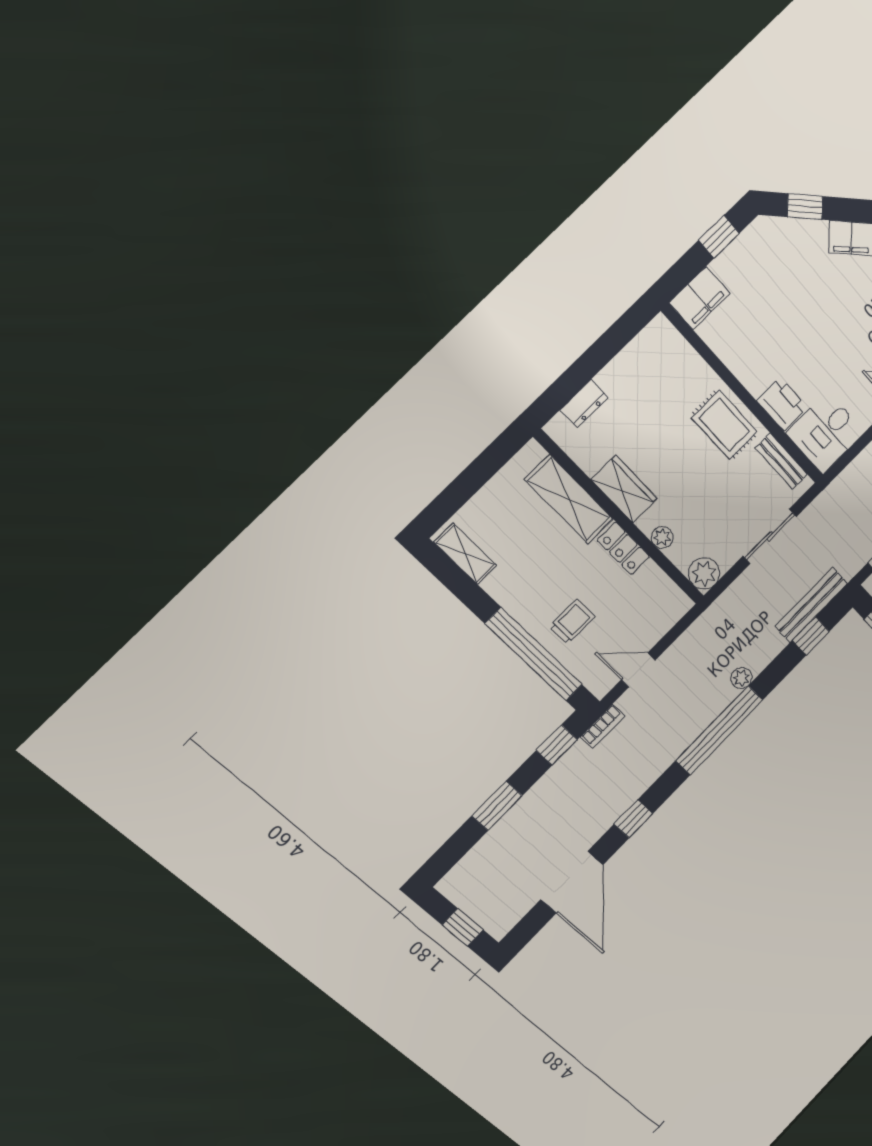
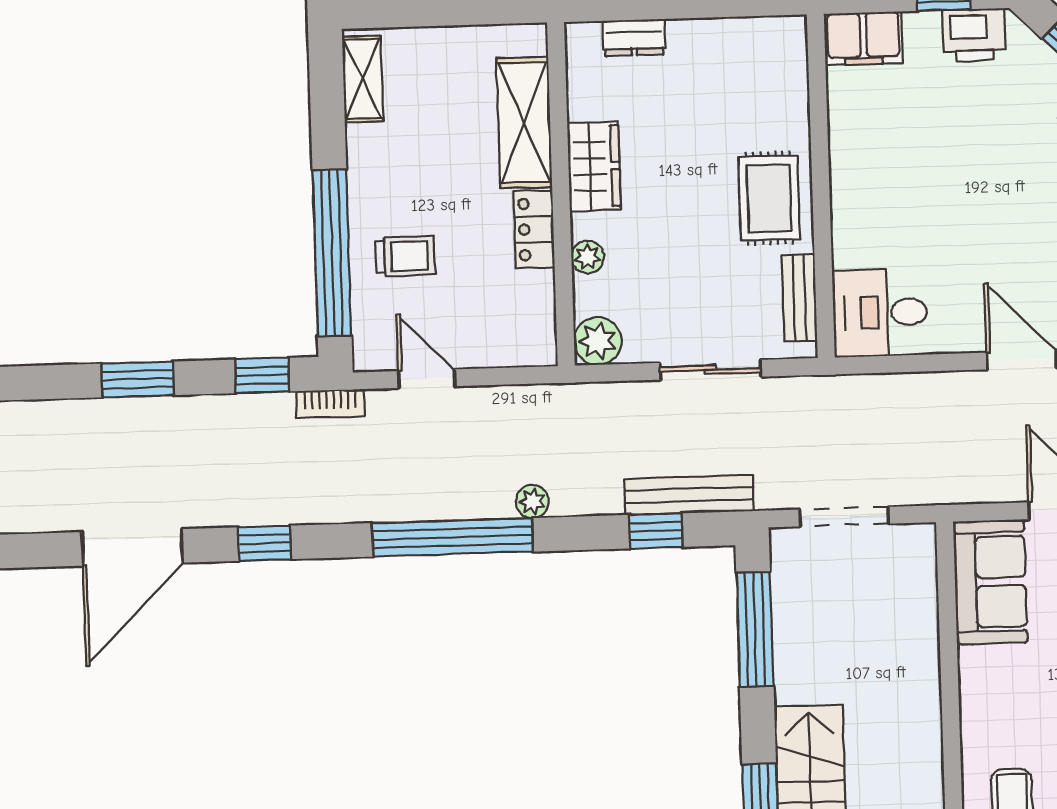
printer: (782, 404) -> (974, 35), moved, turned 90

